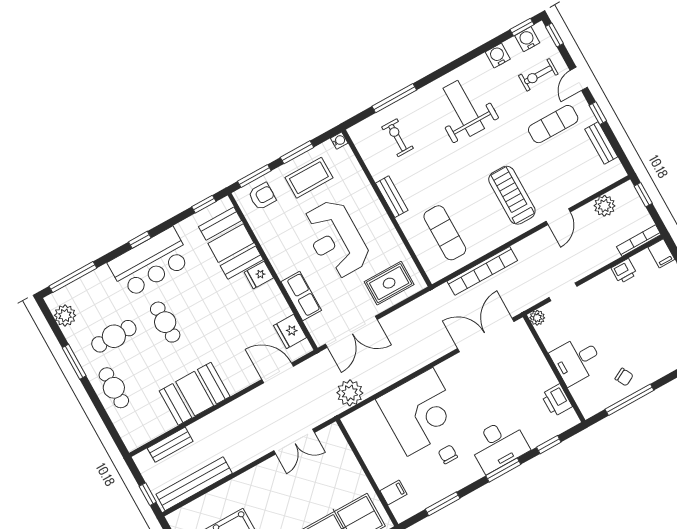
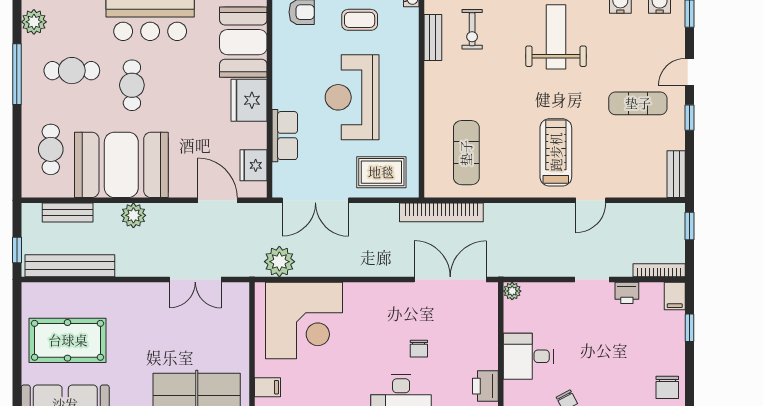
exercise bike: (538, 75) -> (651, 45), removed
exercise bike: (397, 138) -> (472, 29), turned 180
bench: (601, 143) -> (676, 174), moved
coffee table: (309, 178) -> (360, 20), width x0.73, depth x0.77
bench: (392, 197) -> (433, 38), moved
plant: (604, 206) -> (133, 215), moved
bookcase: (482, 271) -> (441, 212), moved
fridge: (259, 275) -> (249, 100), width x1.88, depth x1.34
doorway: (563, 292) -> (592, 280), moved
window: (74, 362) -> (17, 74), width x1.44
cafe table: (114, 388) -> (51, 149), moved
booth: (195, 394) -> (121, 165), width x1.36, depth x1.42
corner desk: (420, 412) -> (304, 320), moved
chair: (448, 454) -> (419, 349), moved, turned 180

